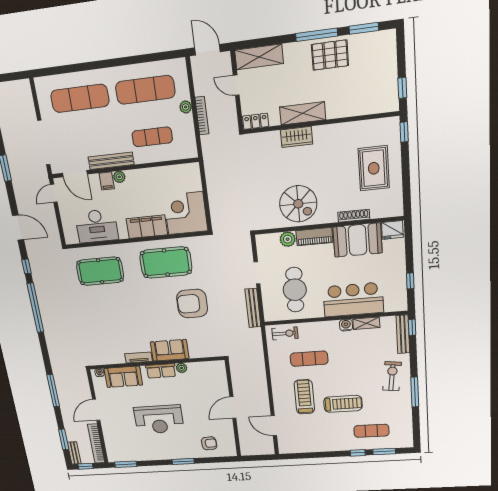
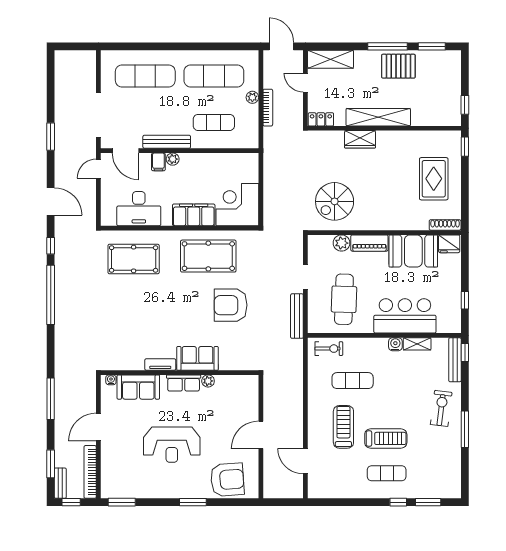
shelving: (303, 113) -> (378, 117), width x1.47
spiral stairs: (298, 204) -> (335, 201), moved, turned 90
shoe rack: (354, 216) -> (445, 225), moved
exercise mat: (371, 431) -> (387, 473), moved
armchair: (209, 443) -> (227, 480), width x1.88, depth x1.88

